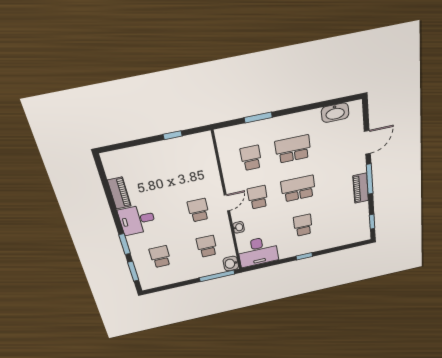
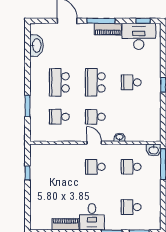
desk: (258, 252) -> (139, 36), moved, turned -90

